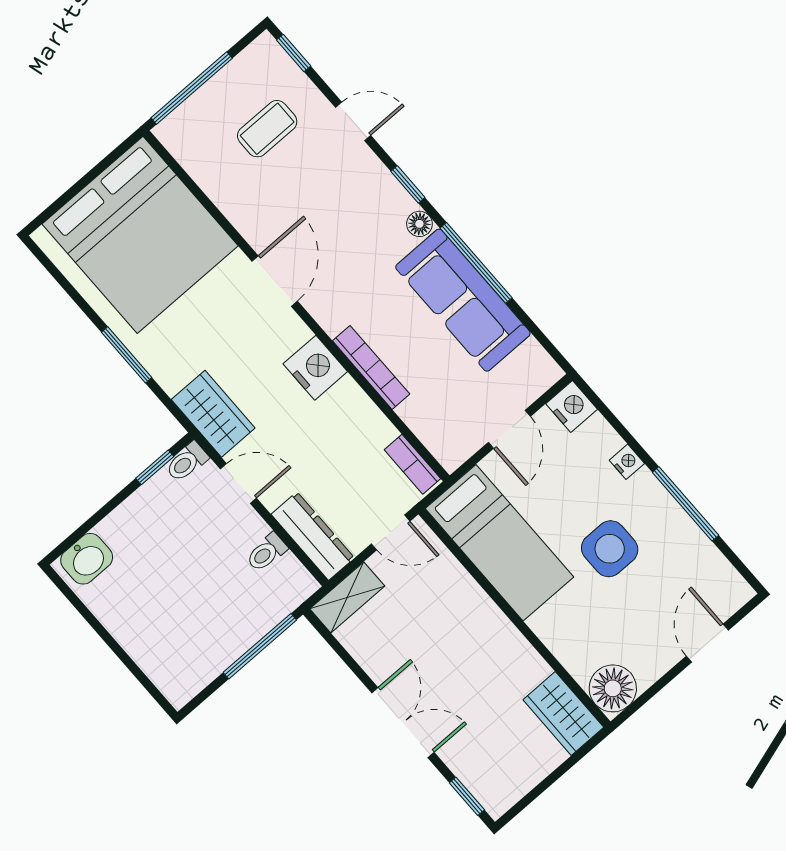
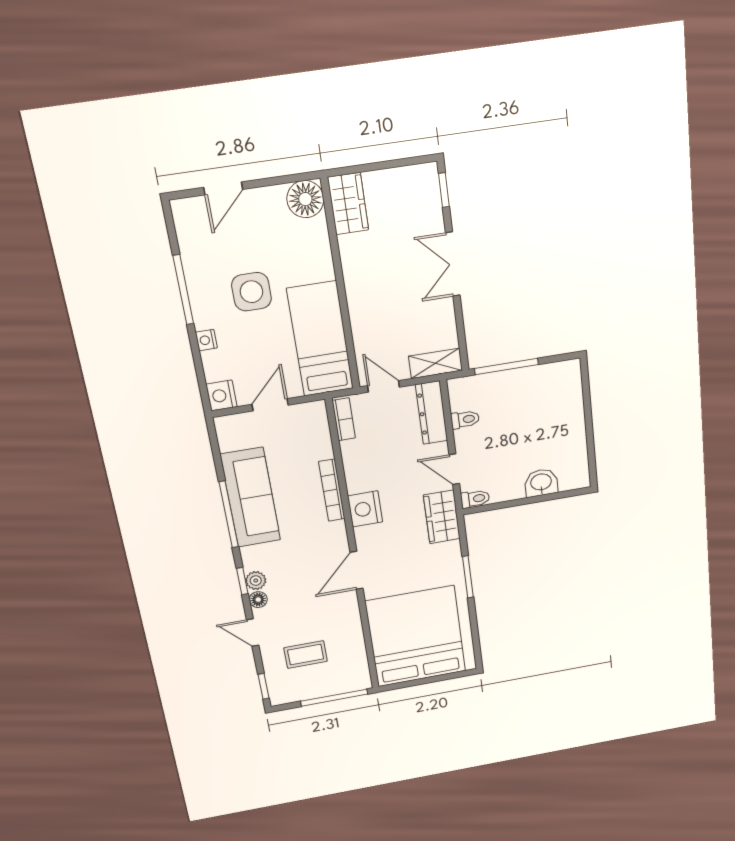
plant: (392, 195) -> (256, 581), added
floor lamp: (419, 224) -> (258, 600), moved
window: (155, 467) -> (495, 506), removed
washbasin: (87, 559) -> (541, 483), moved

